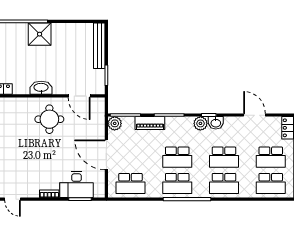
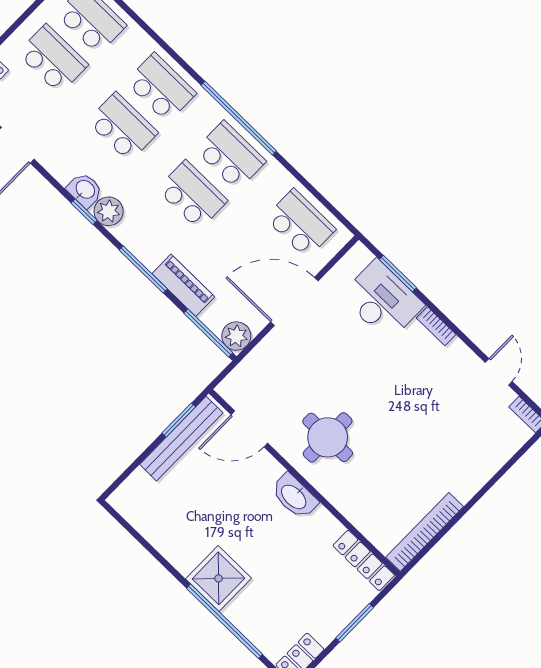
bench: (99, 46) -> (181, 439), moved
door: (79, 96) -> (249, 429), swing flipped
door: (106, 155) -> (294, 301), swing flipped

